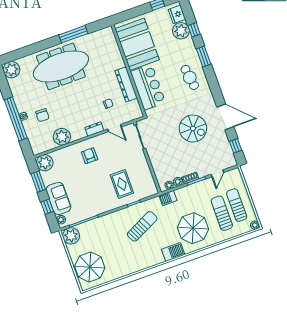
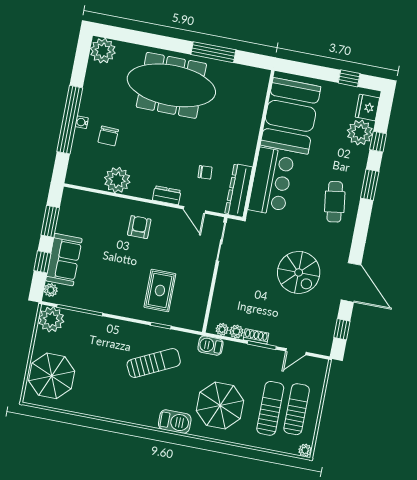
dresser: (126, 84) -> (239, 190), moved
plant: (45, 163) -> (74, 201), removed

